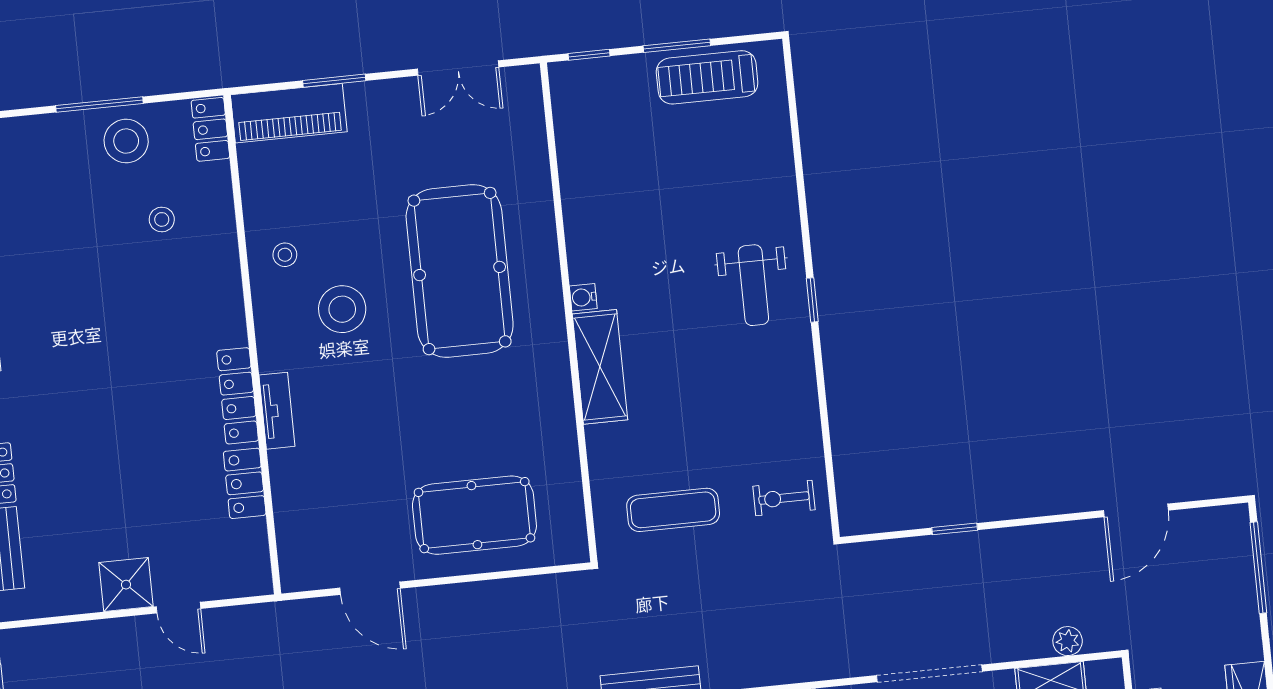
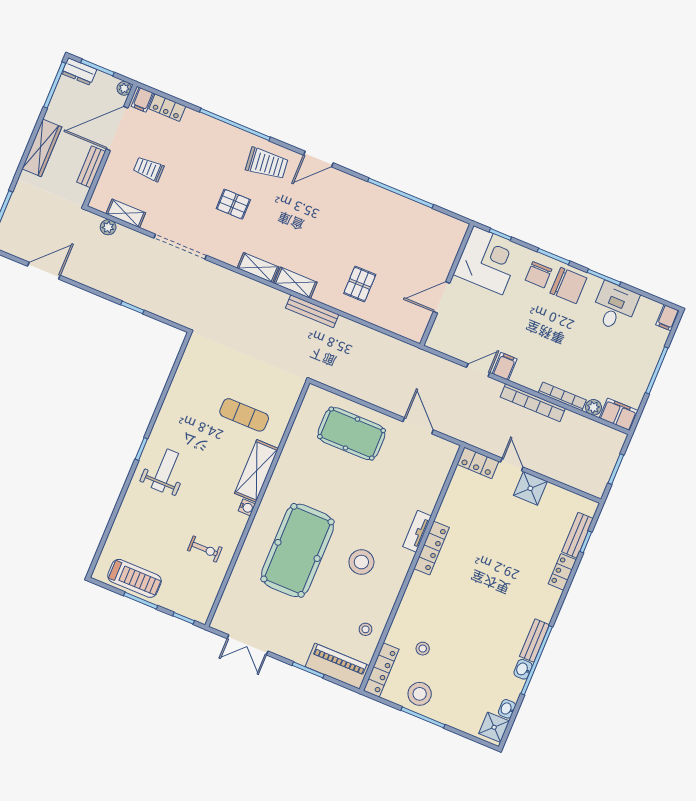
double door: (458, 68) -> (248, 645), swing flipped
locker: (210, 129) -> (381, 670), width x1.53
stool: (285, 255) -> (365, 629), moved
locker: (245, 483) -> (478, 463), moved, turned 90
exercise bike: (784, 498) -> (205, 549), moved
exercise mat: (673, 510) -> (244, 415), moved

